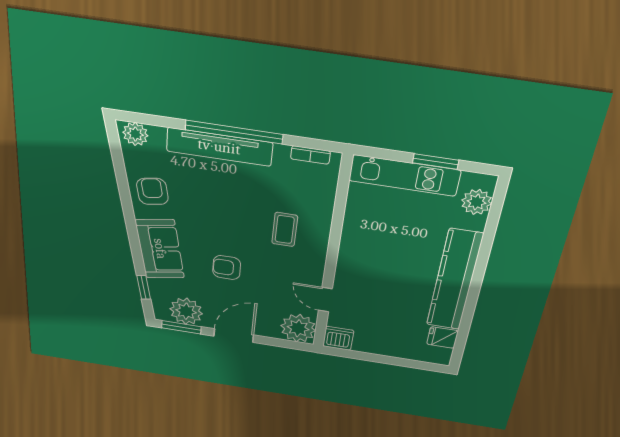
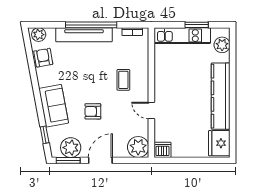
armchair: (152, 191) -> (43, 58), moved
door: (325, 300) -> (151, 110), moved
fridge: (442, 337) -> (219, 143), width x1.88, depth x1.34

